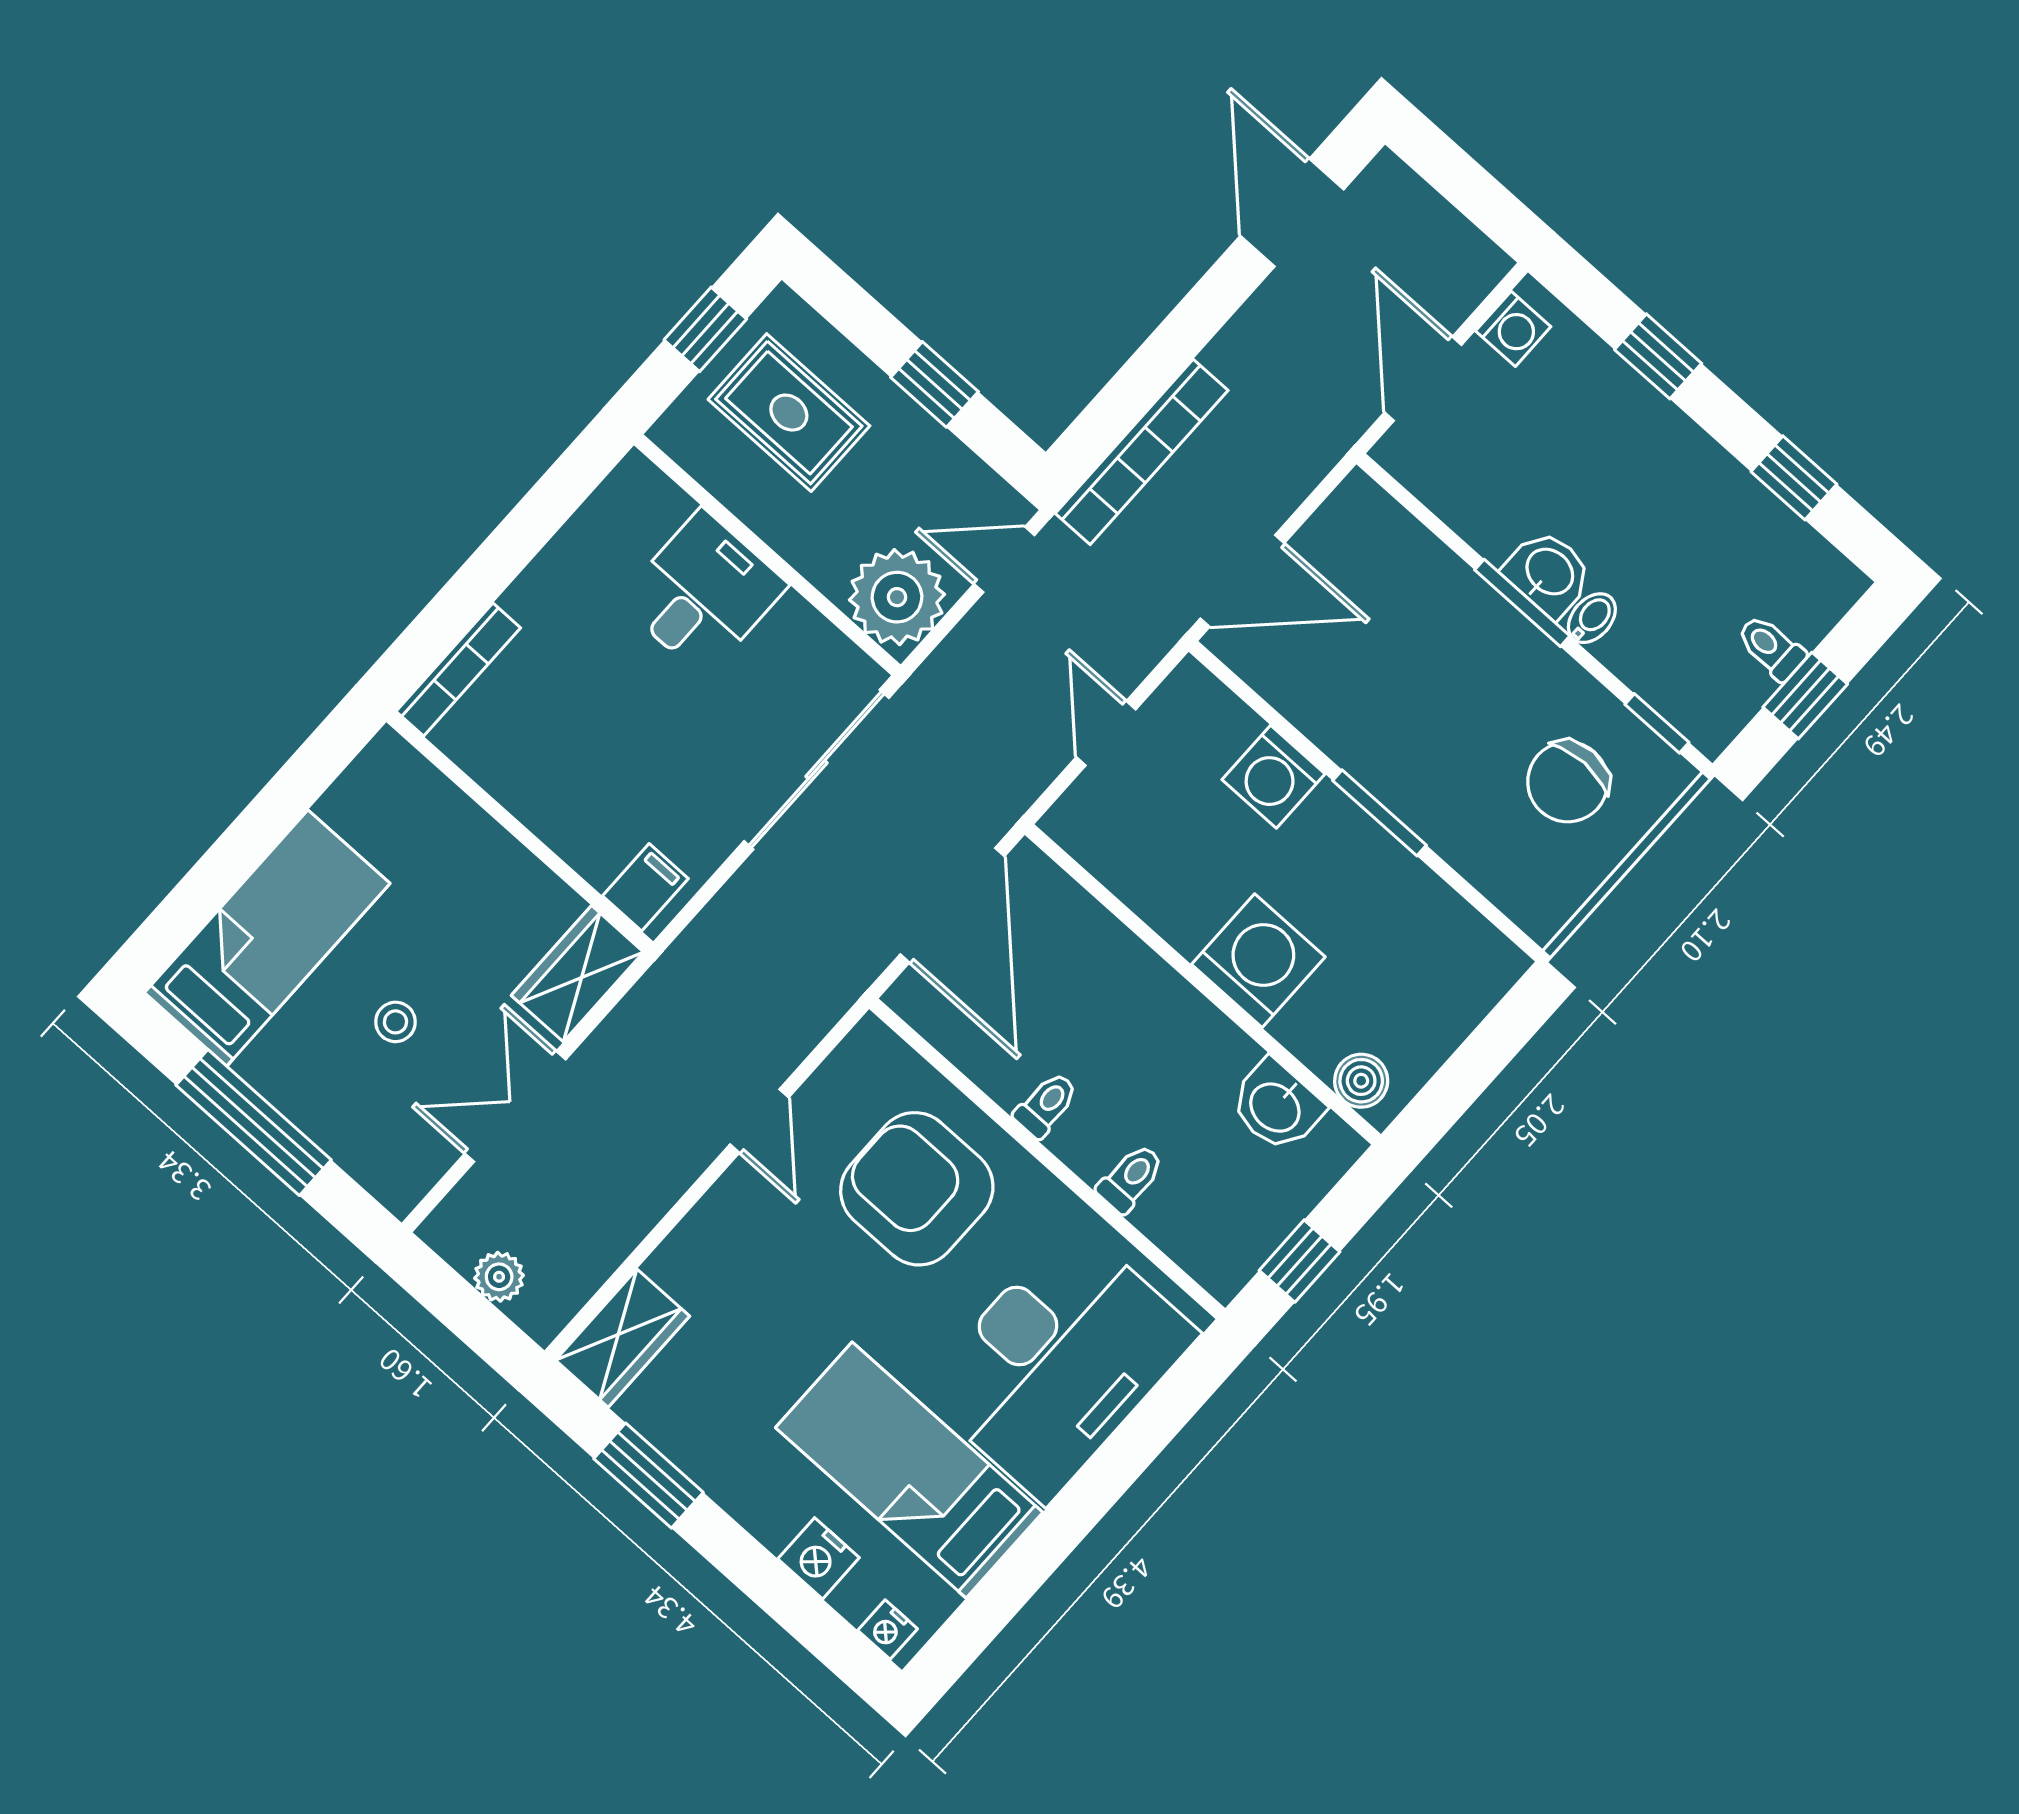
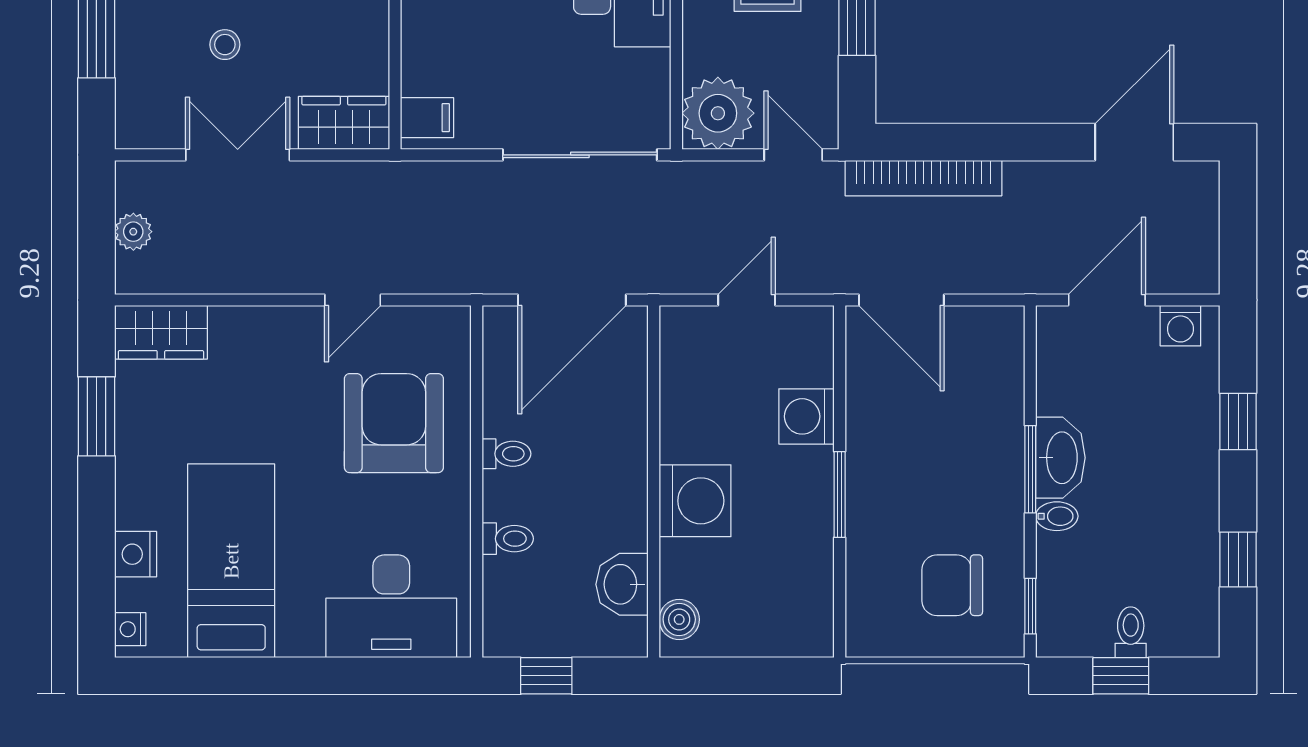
washbasin: (1549, 573) -> (1060, 458), width x1.38
desk: (1059, 1362) -> (391, 606), width x0.73, depth x0.77

